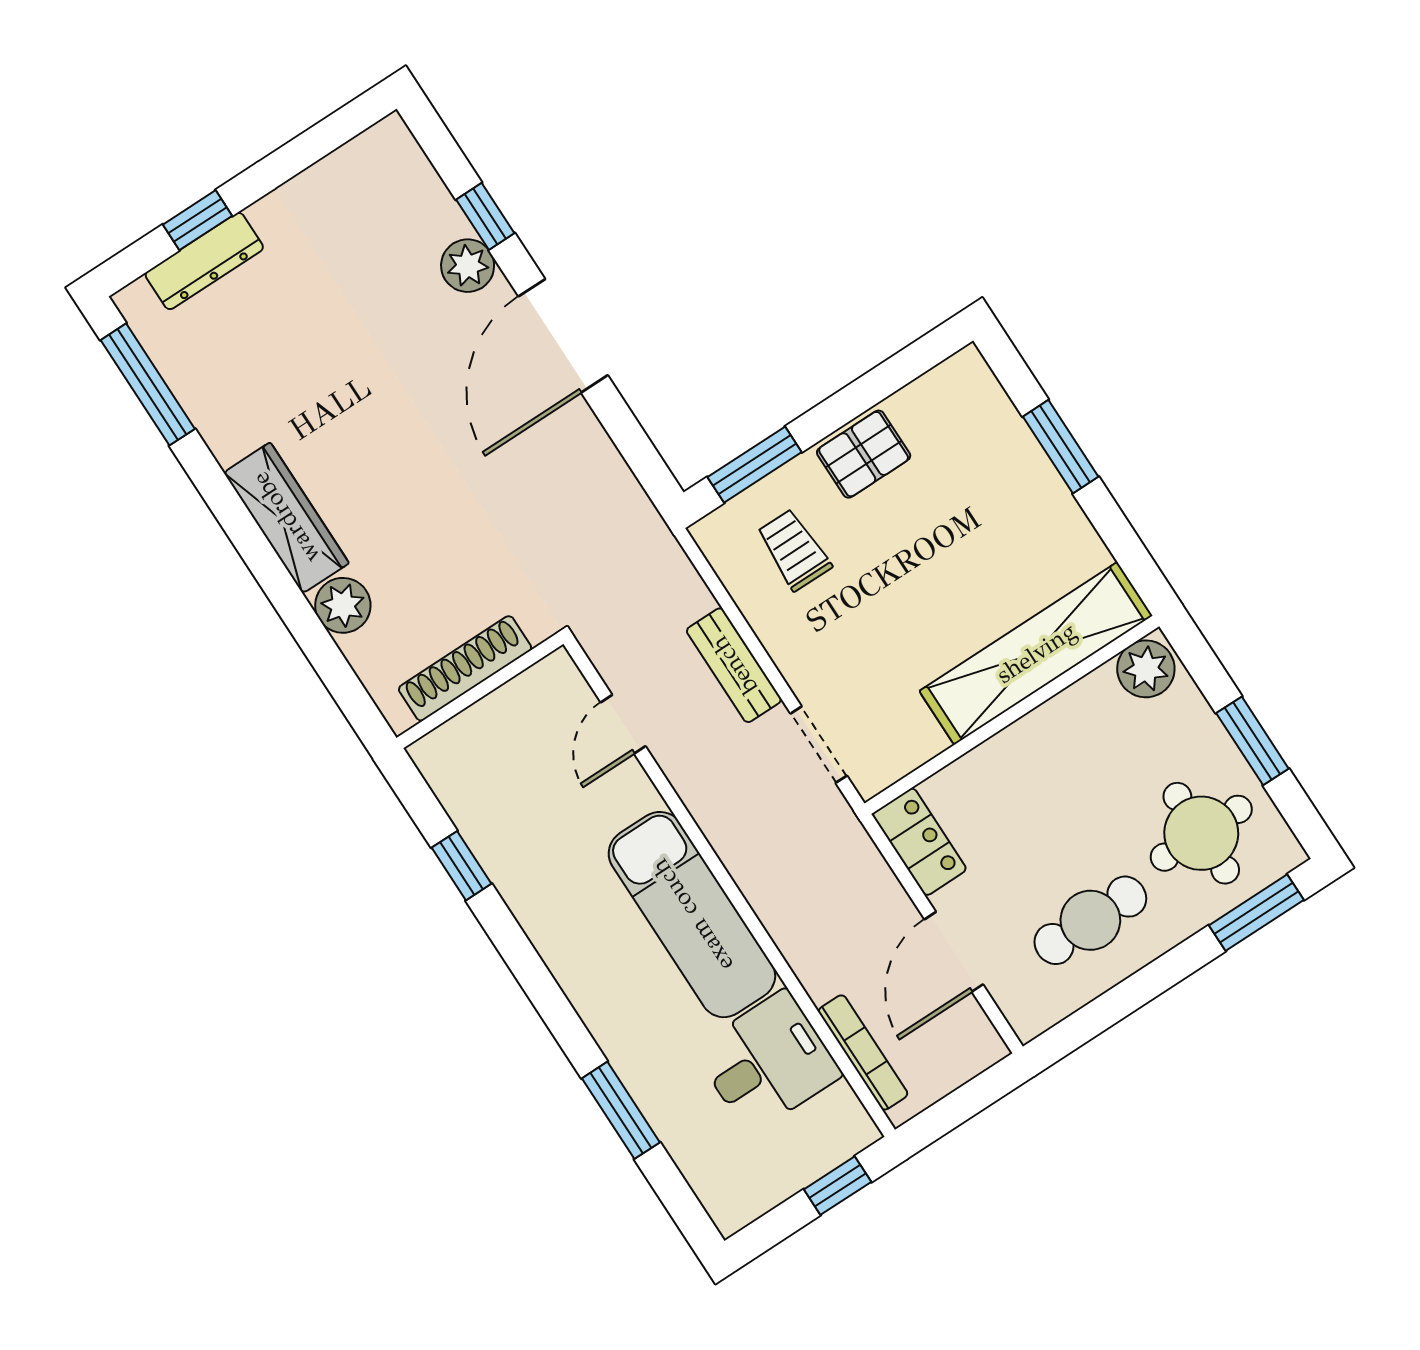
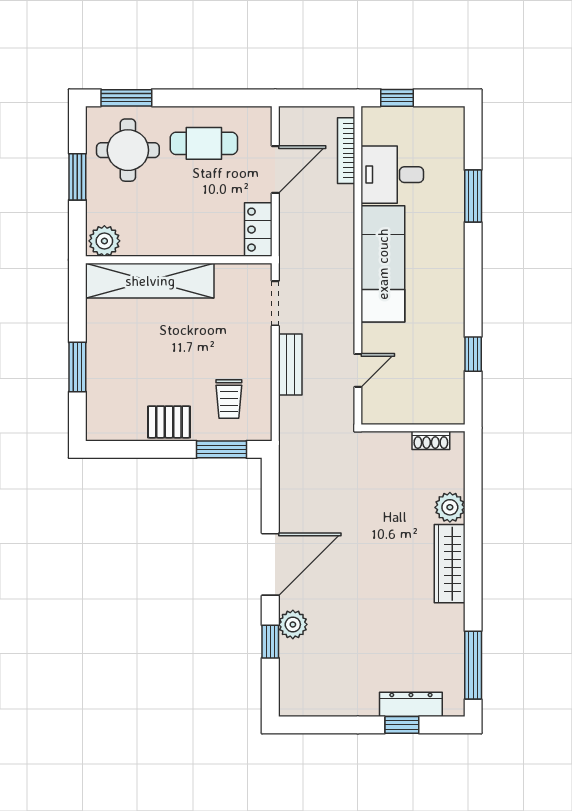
shoe rack: (465, 668) -> (431, 440), width x0.51, depth x0.81

